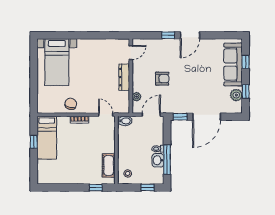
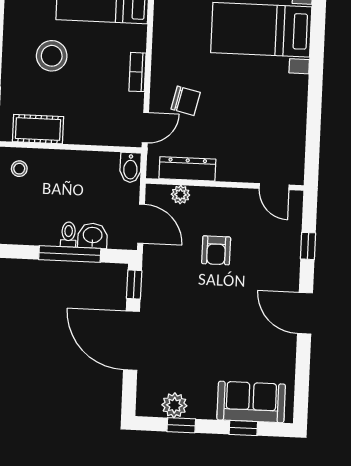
window: (168, 35) -> (308, 246), moved
sofa: (233, 65) -> (251, 402), width x0.73
dresser: (124, 77) -> (187, 169), moved
chair: (71, 104) -> (186, 101), moved
washbasin: (158, 160) -> (93, 236), moved
window: (167, 160) -> (70, 254), moved
stool: (74, 161) -> (52, 56), added

